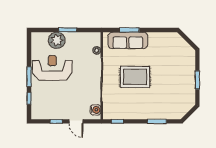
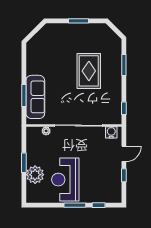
rug: (135, 77) -> (89, 71), moved

